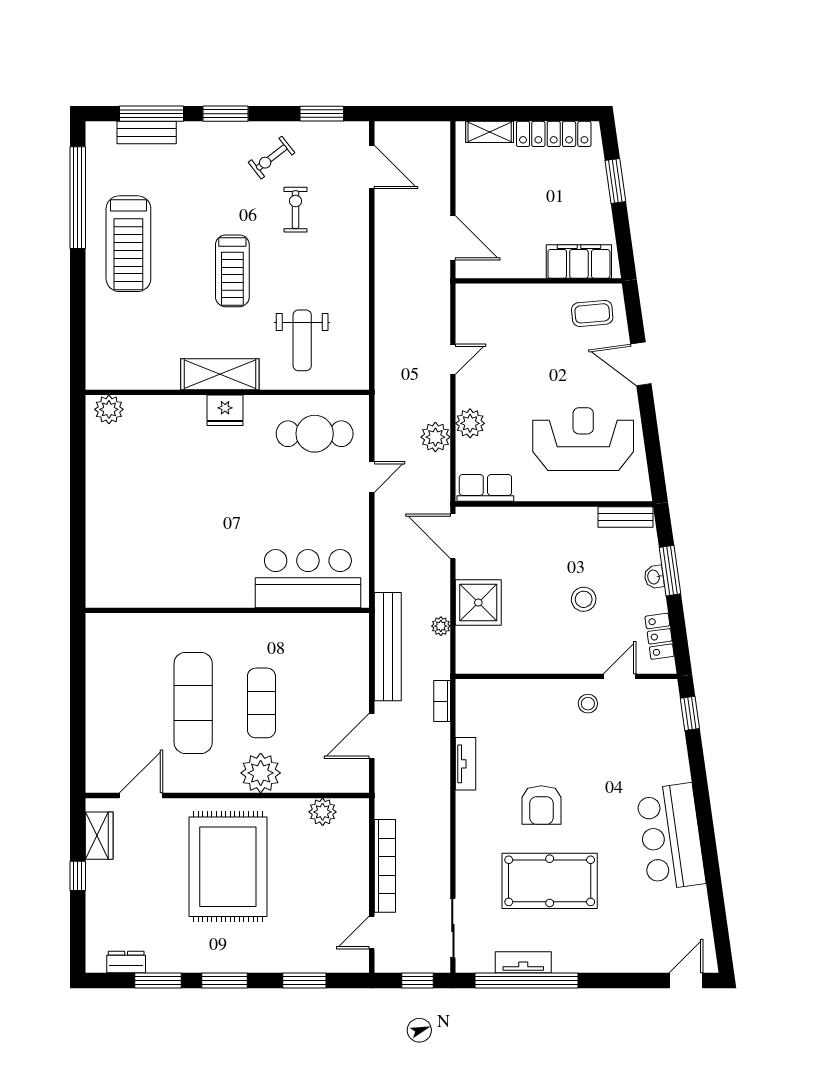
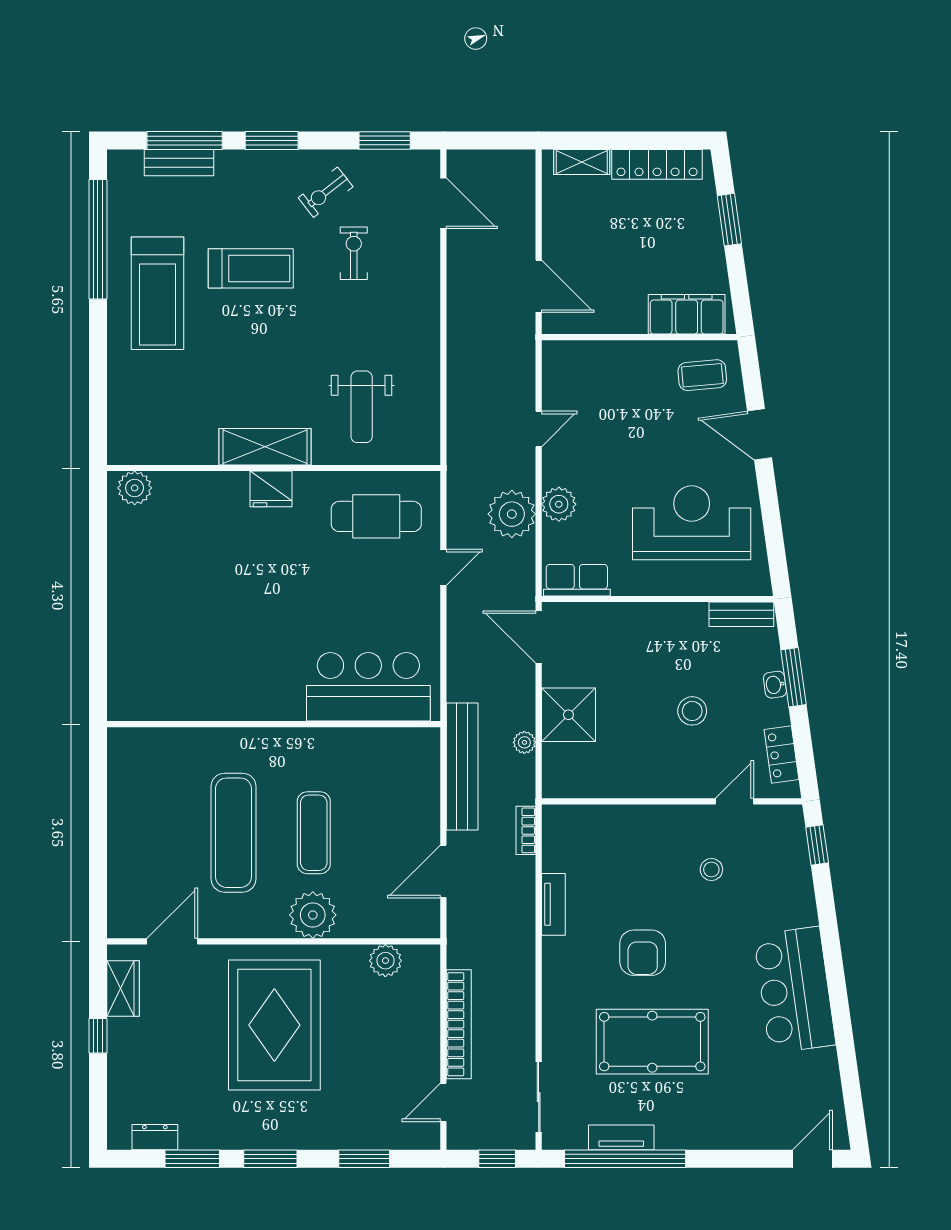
treadmill: (232, 271) -> (251, 268), moved, turned -90
plant: (435, 437) -> (512, 514), width x1.36, depth x1.36
stool: (588, 704) -> (711, 870), moved

